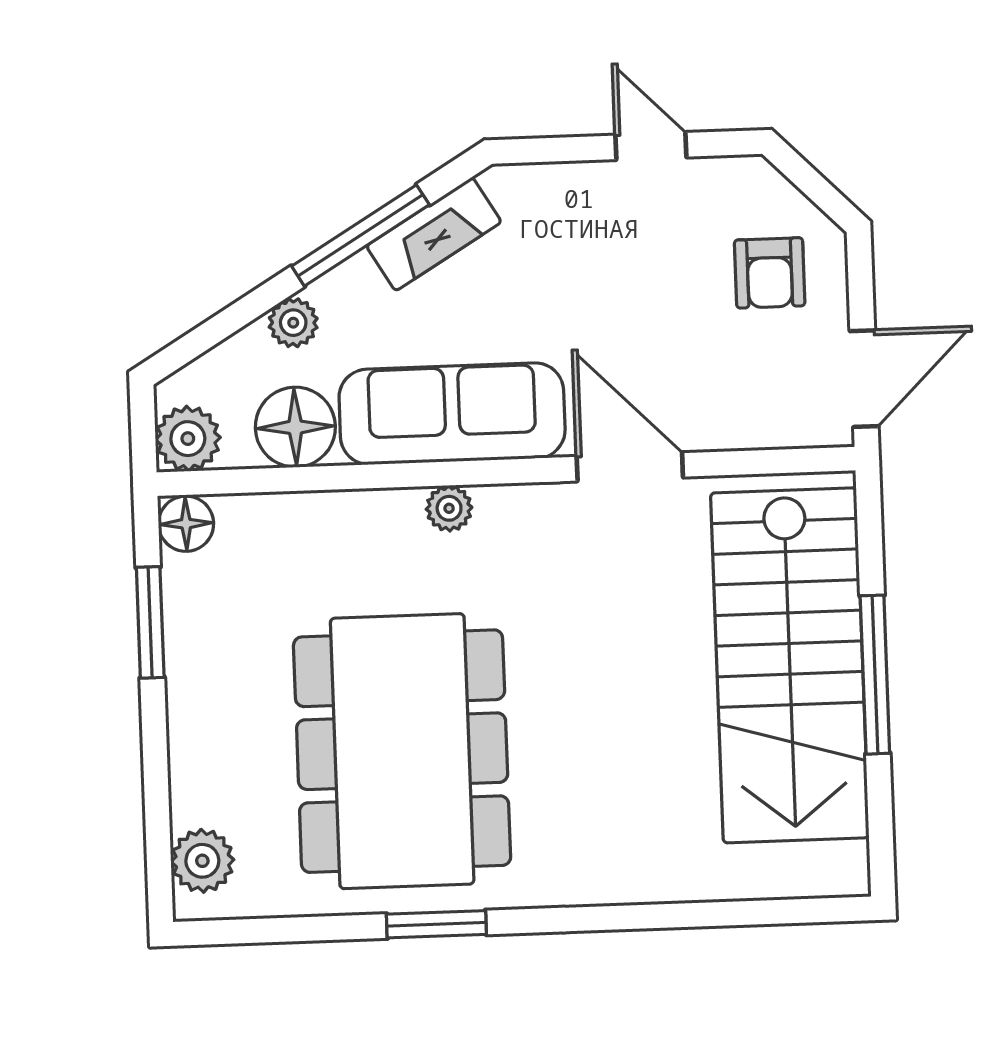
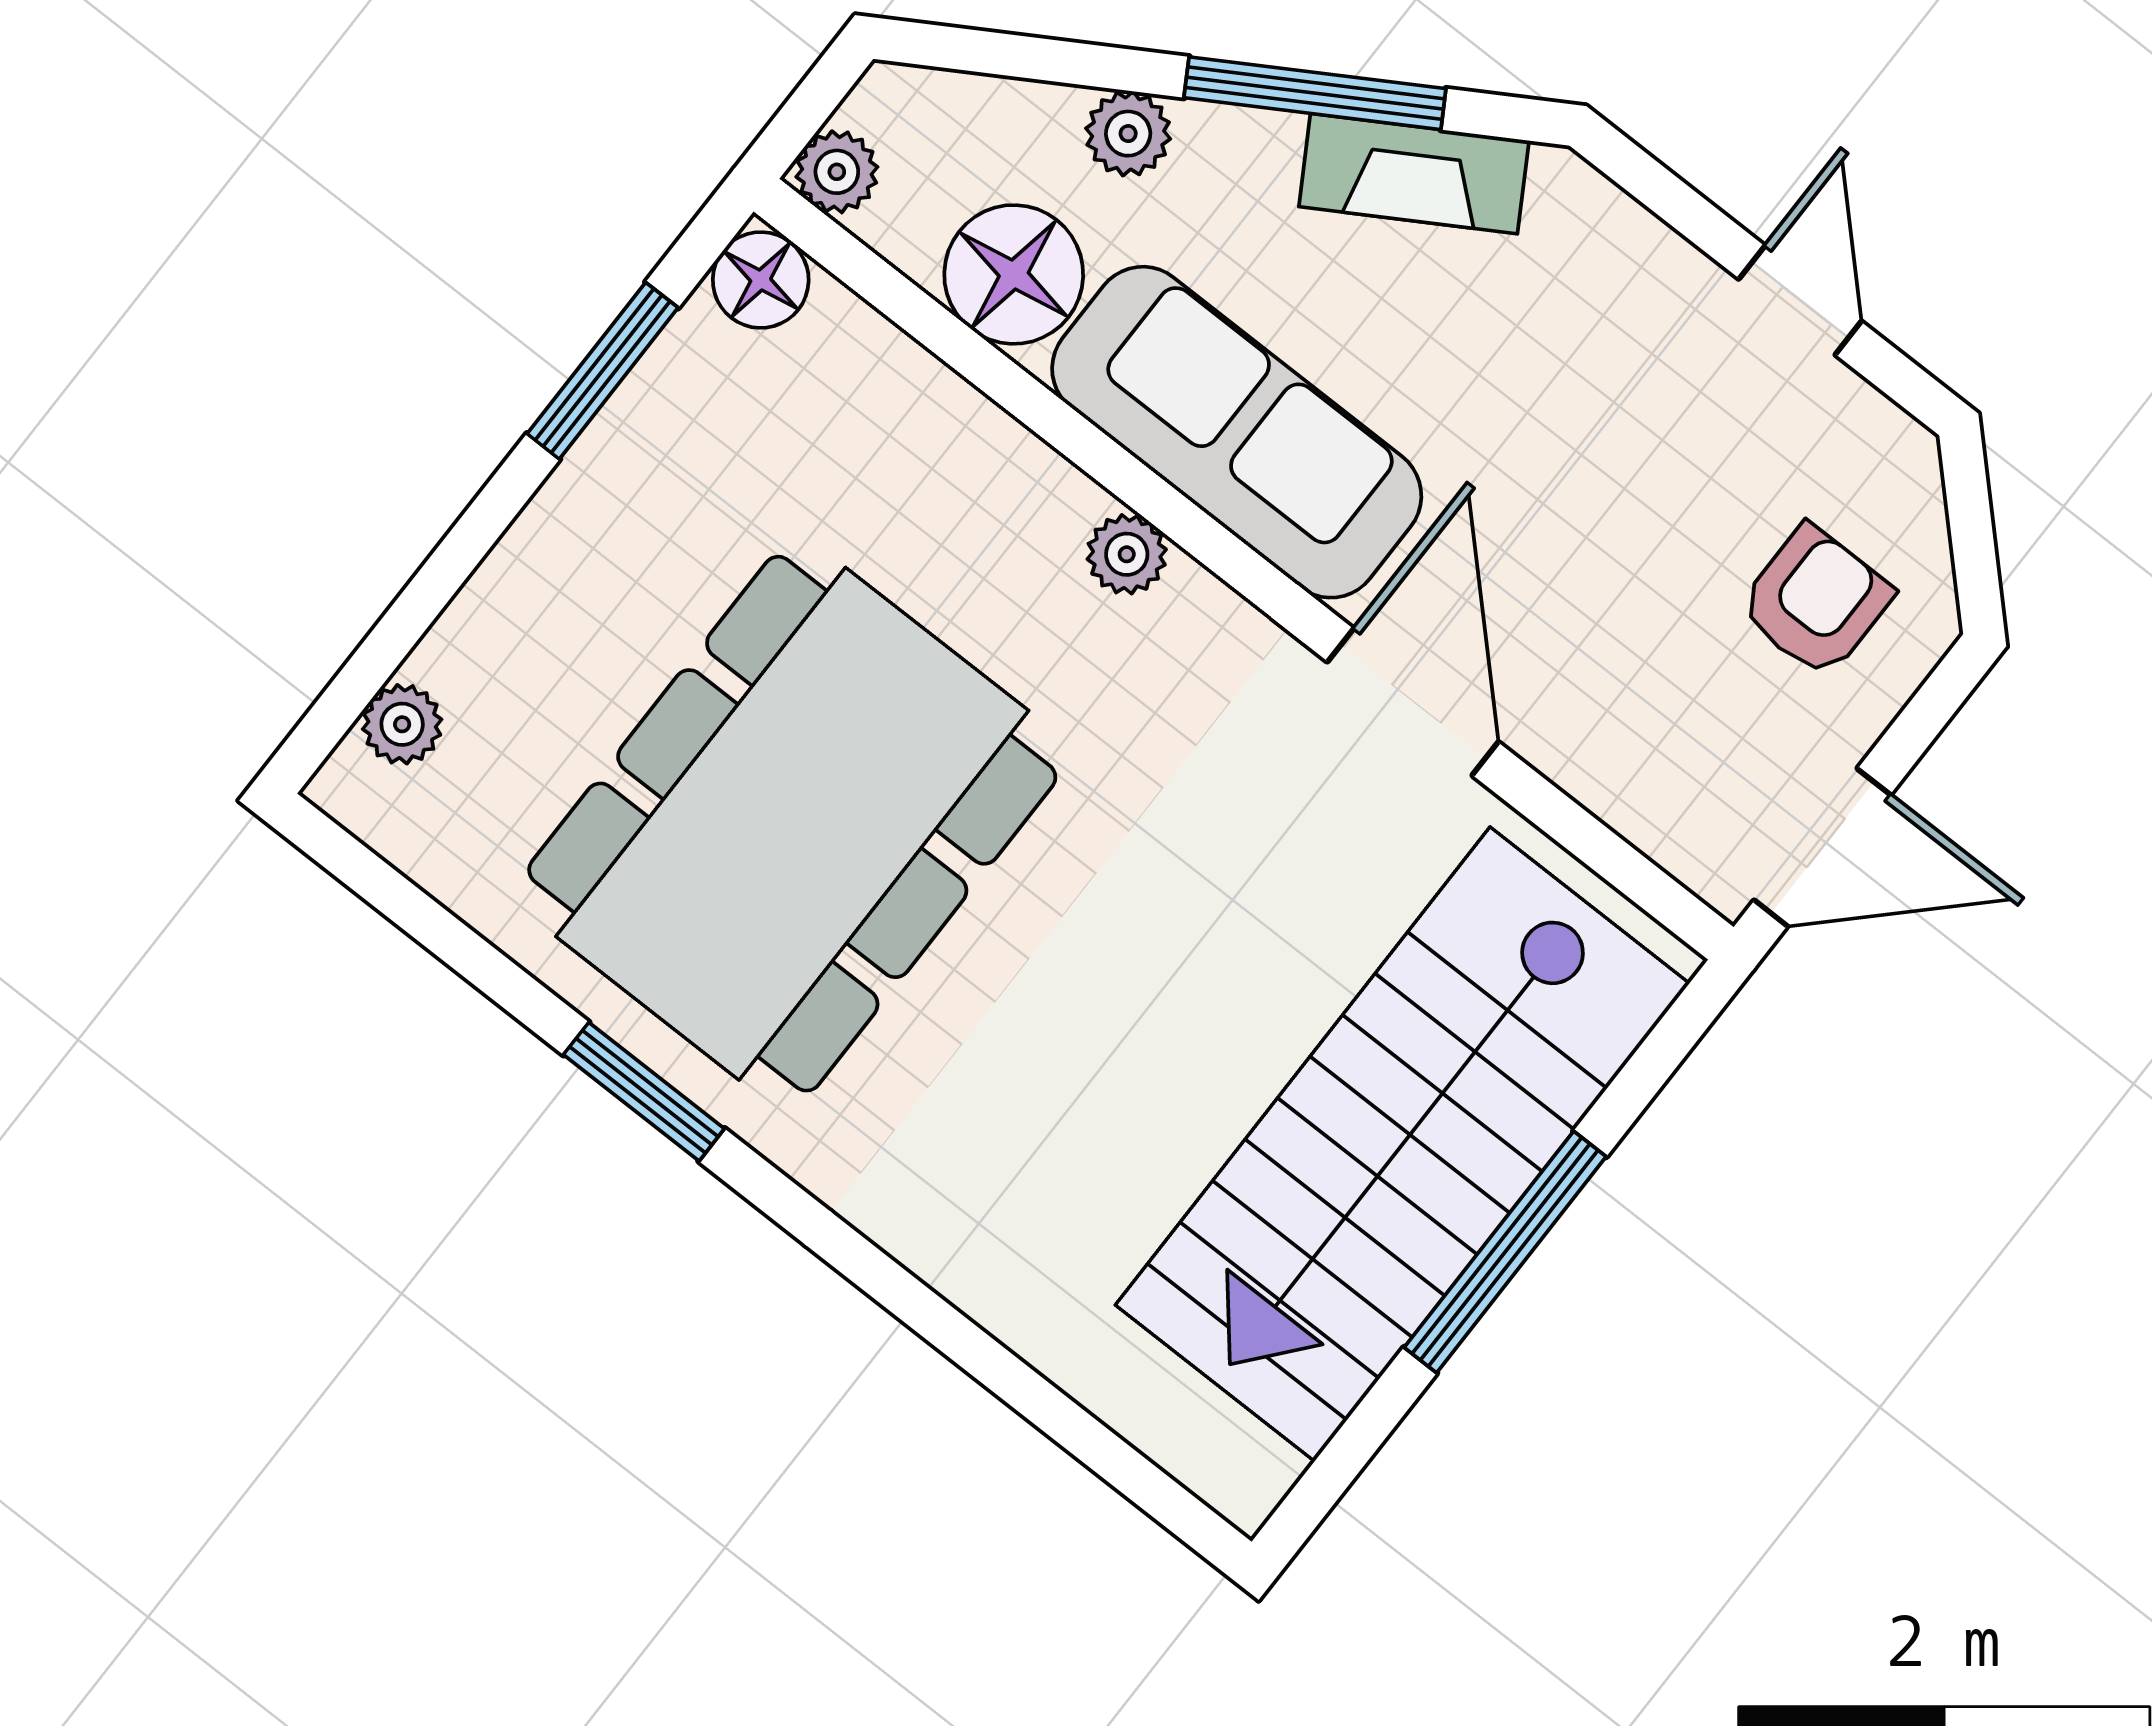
armchair: (770, 273) -> (1816, 601), turned 180
plant: (188, 439) -> (837, 172), width x0.73, depth x0.73
plant: (202, 861) -> (402, 724), width x0.73, depth x0.73

